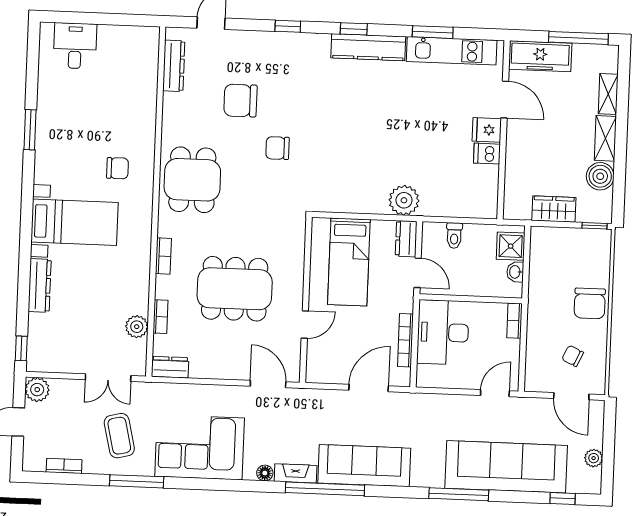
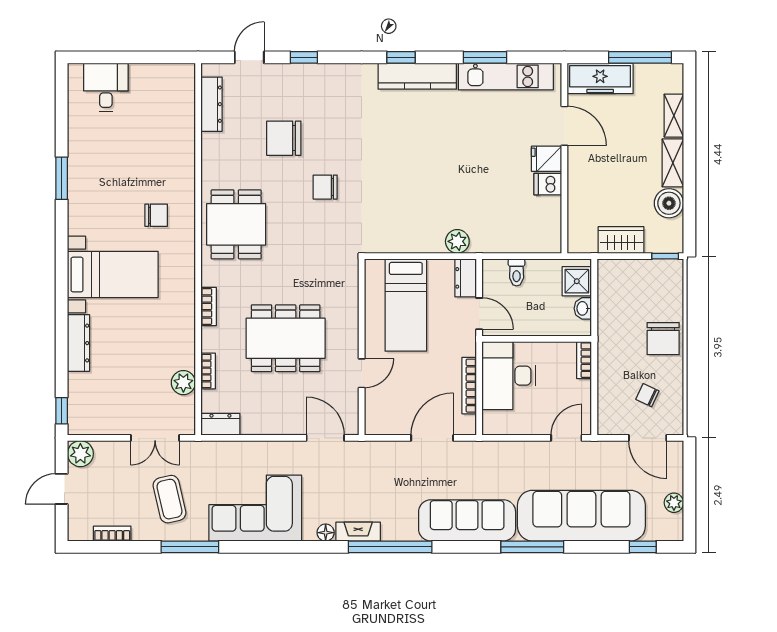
window: (288, 26) -> (304, 57), moved
plant: (404, 200) -> (457, 241), width x0.73, depth x0.73
sofa: (364, 466) -> (467, 520), moved

